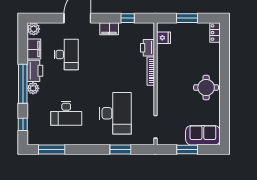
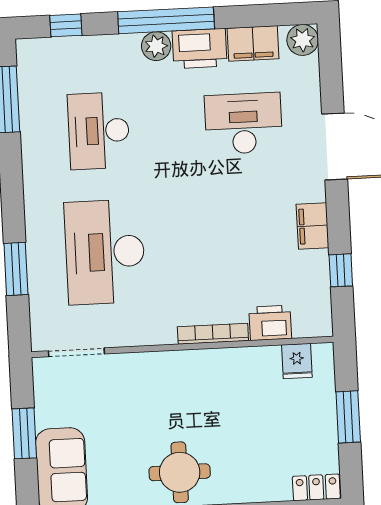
desk: (66, 54) -> (244, 123), turned 180
desk: (115, 113) -> (105, 252), turned 90

